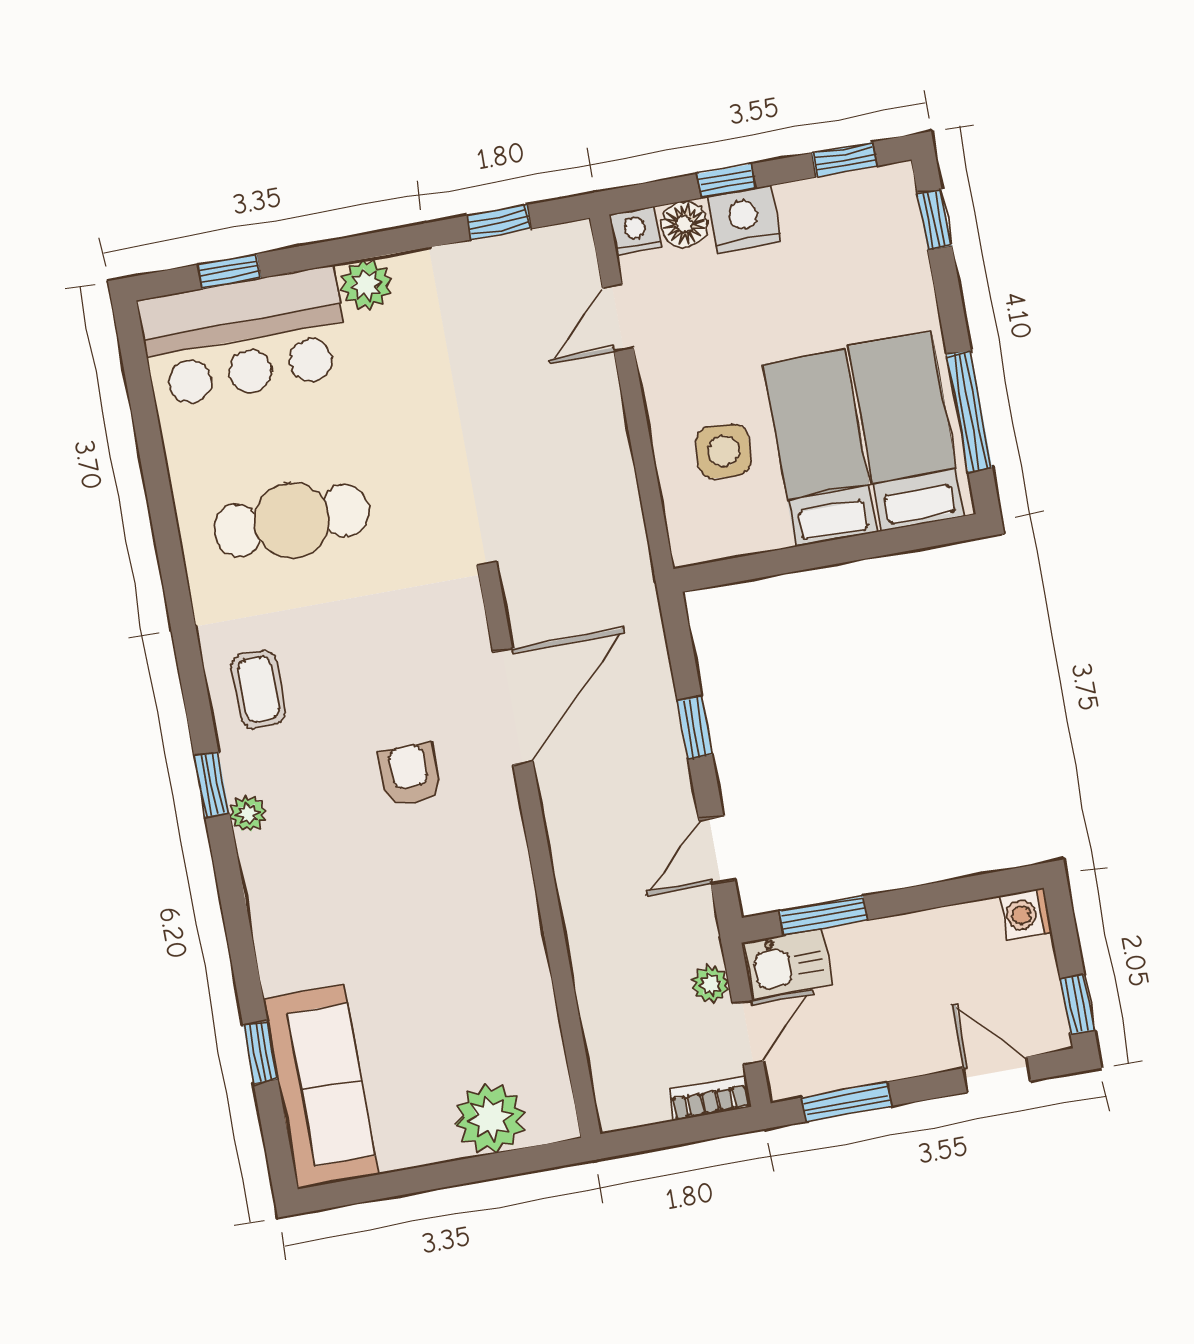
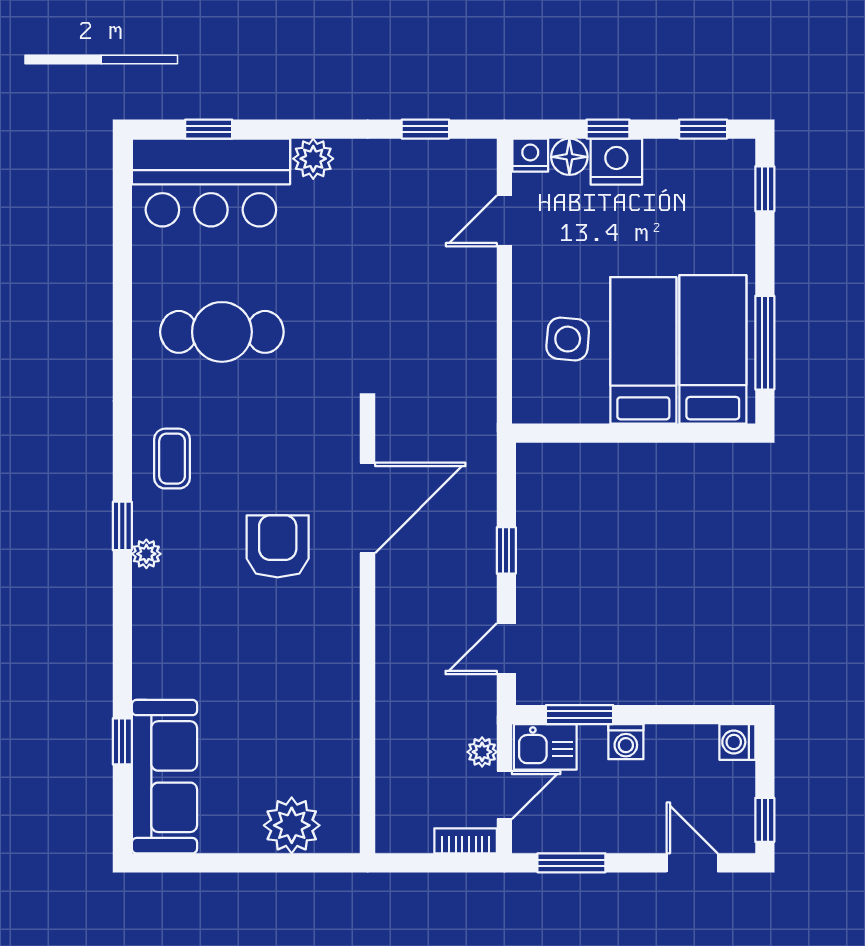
armchair: (410, 774) -> (278, 546), width x1.38, depth x1.38
washing machine: (887, 939) -> (626, 742), added

